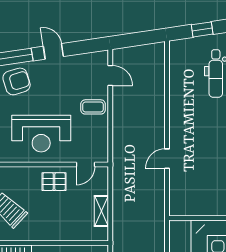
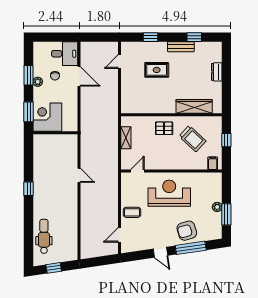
door: (110, 76) -> (120, 235), hinge flipped
door: (167, 159) -> (79, 175), hinge flipped
pallet: (54, 182) -> (164, 128), moved

